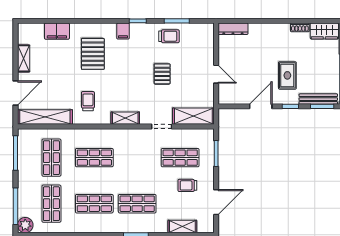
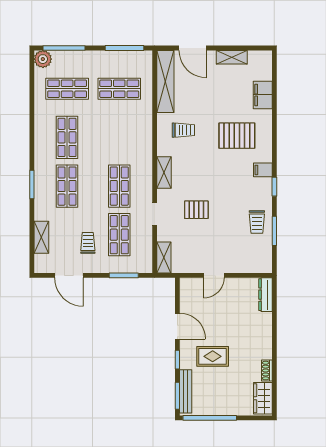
pallet: (162, 74) -> (196, 210), moved
shelving: (193, 116) -> (164, 257), width x0.67, depth x0.75
shop shelf: (94, 158) -> (119, 186), moved

